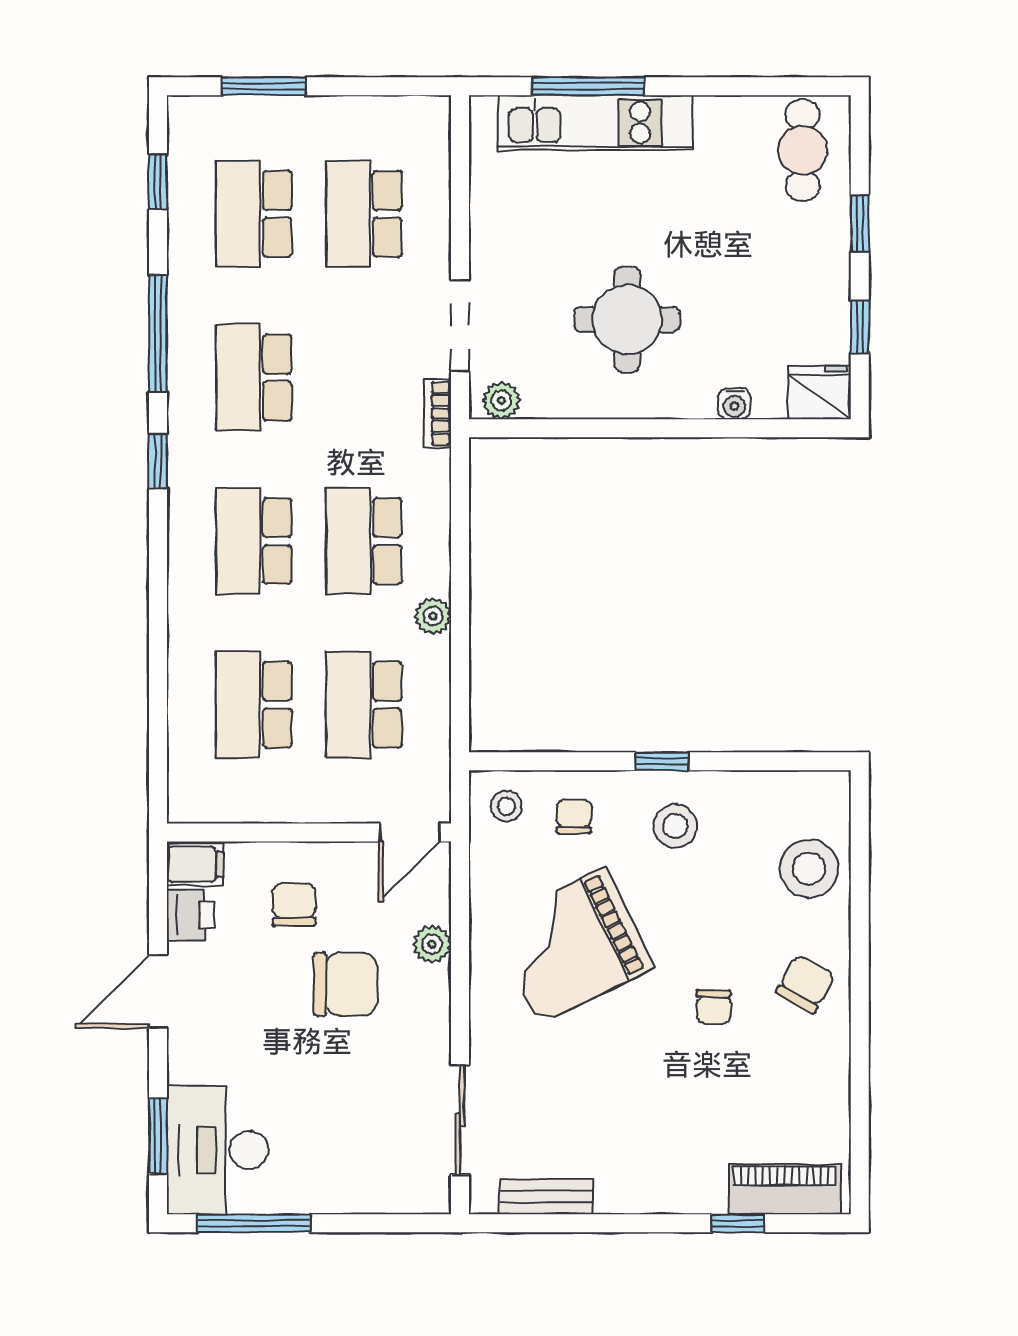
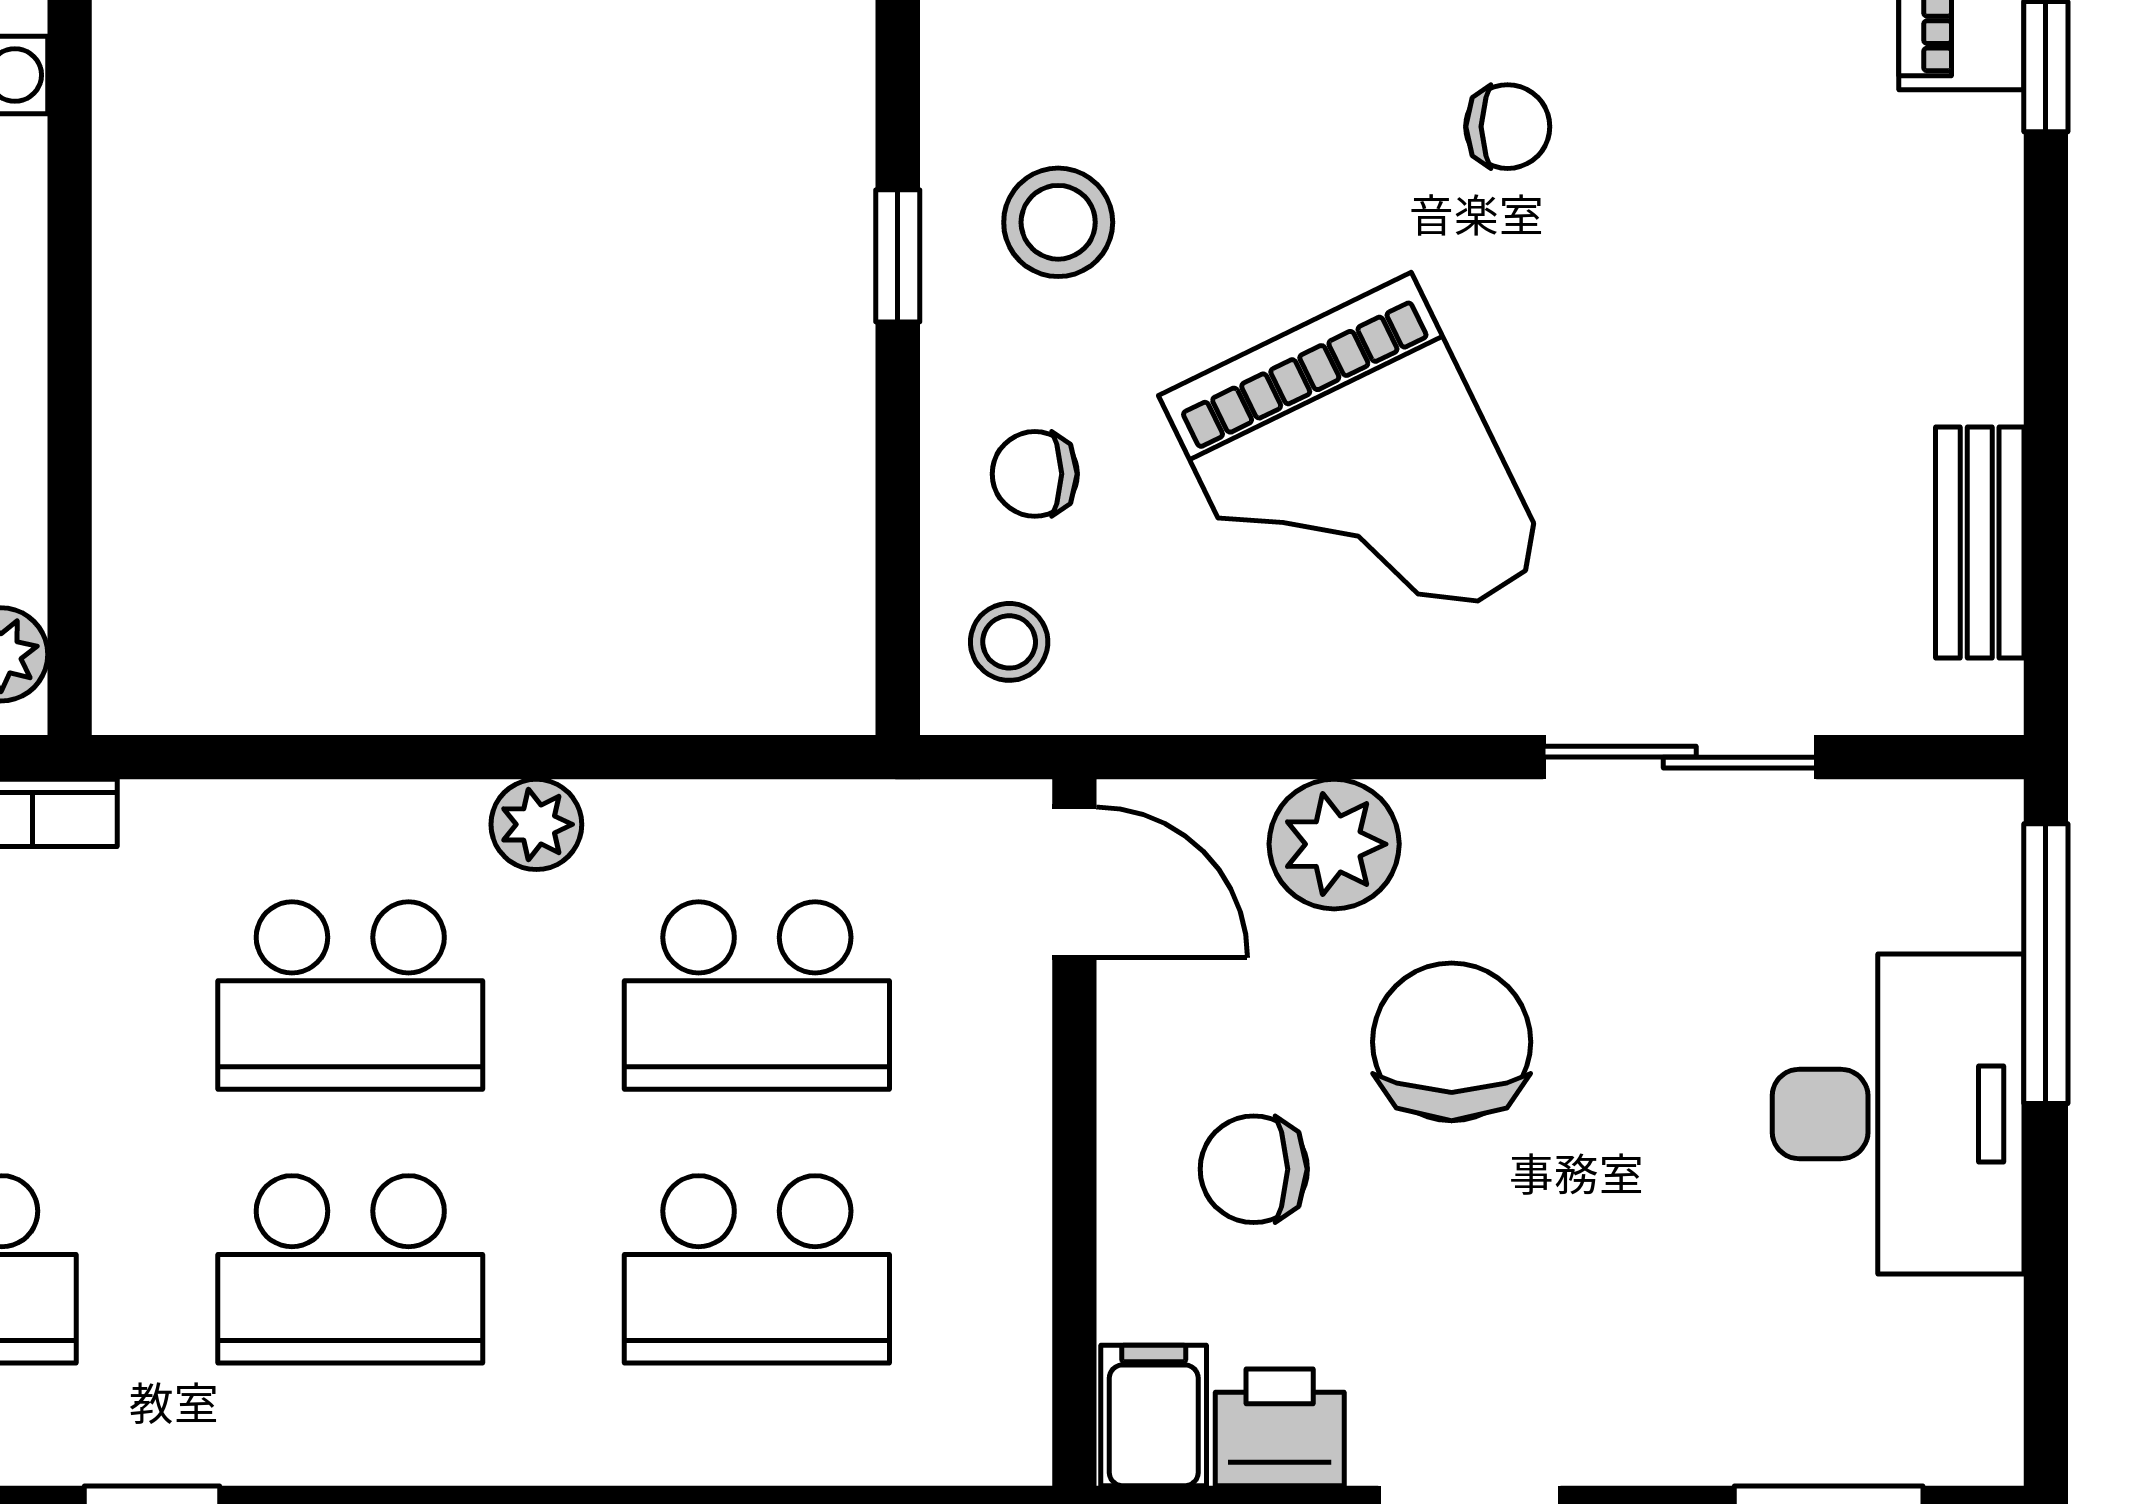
plant: (432, 944) -> (1334, 844), width x1.38, depth x1.38
sliding door: (460, 1120) -> (1680, 757), moved
desk: (217, 1150) -> (1898, 1114), moved, turned -90
window: (254, 1223) -> (2046, 964), moved

